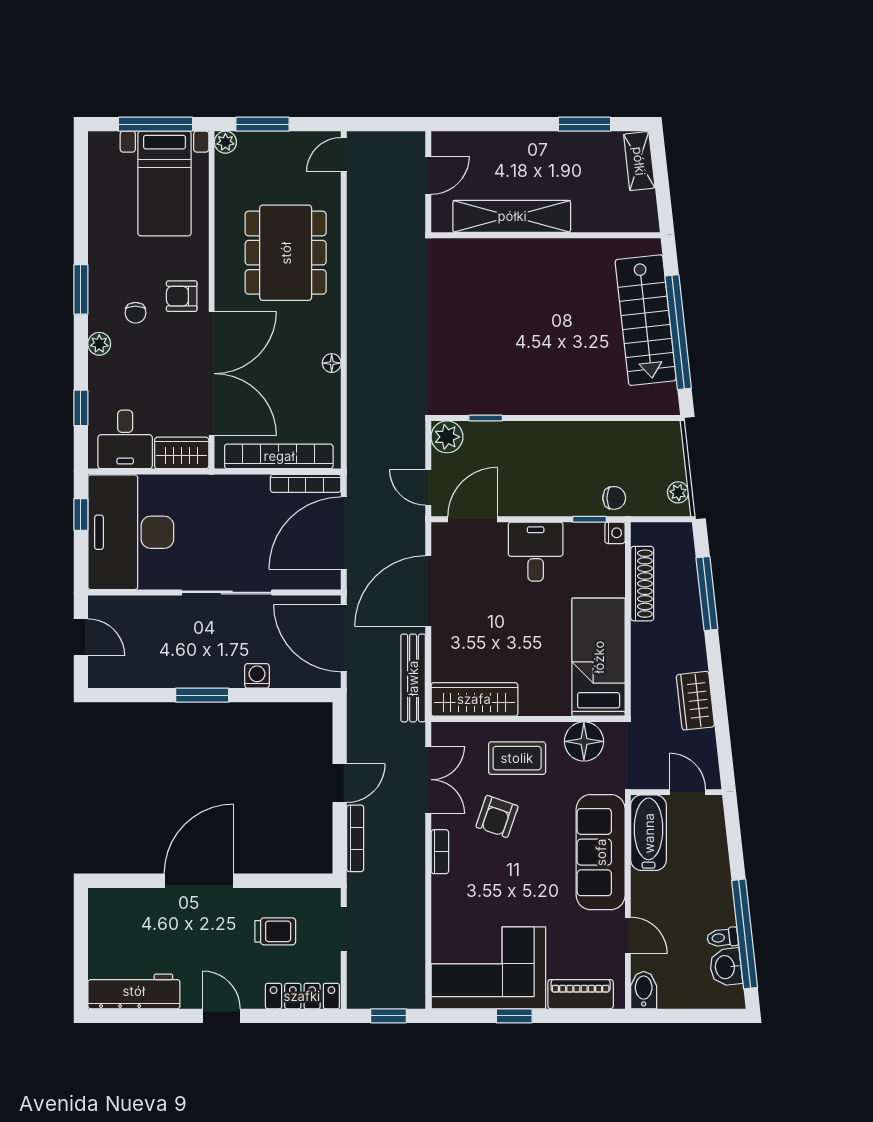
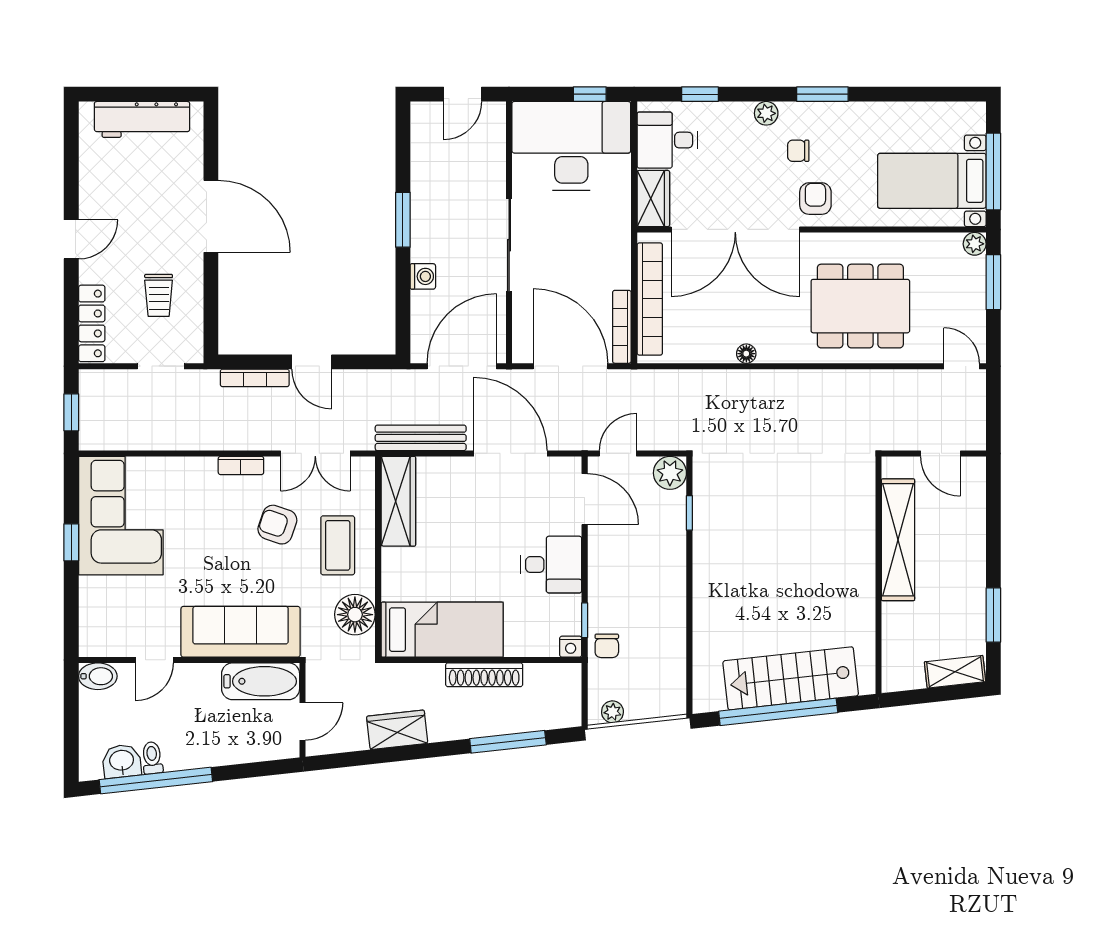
shoe rack: (642, 584) -> (484, 675), moved
workbench: (134, 991) -> (142, 119), moved, turned 90
piano: (581, 994) -> (94, 611), removed

